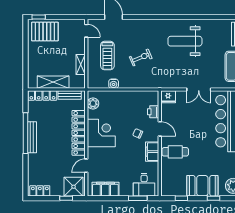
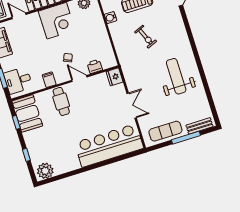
double door: (199, 90) -> (132, 106), swing flipped
door: (160, 129) -> (79, 79), swing flipped
filing cabinet: (152, 152) -> (49, 80), width x0.50
booth: (202, 186) -> (27, 113), moved

